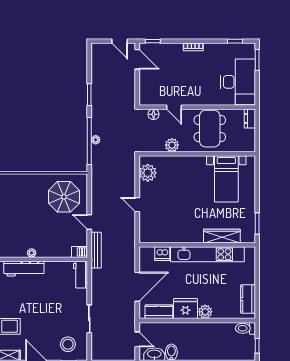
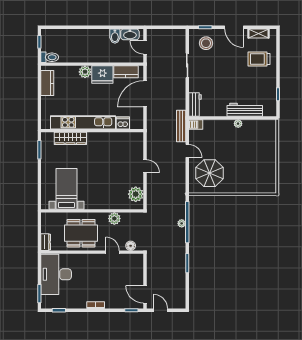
dining table: (210, 129) -> (81, 233), turned 90

